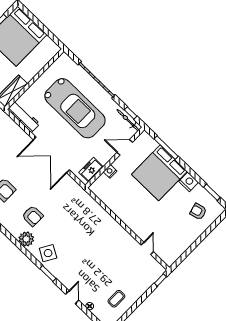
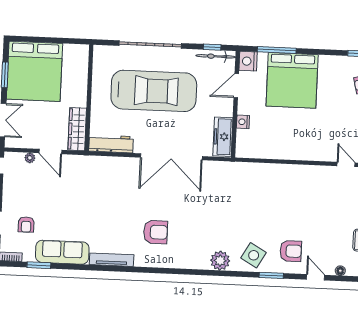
freezer: (91, 170) -> (223, 137), width x1.40
nightstand: (189, 182) -> (248, 61), moved, turned -90
armchair: (33, 216) -> (291, 251), moved

